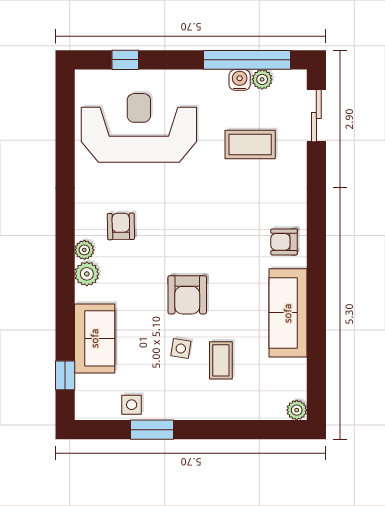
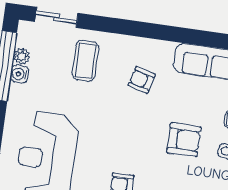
coffee table: (250, 144) -> (85, 61), moved
armchair: (284, 242) -> (142, 80), moved, turned 105

